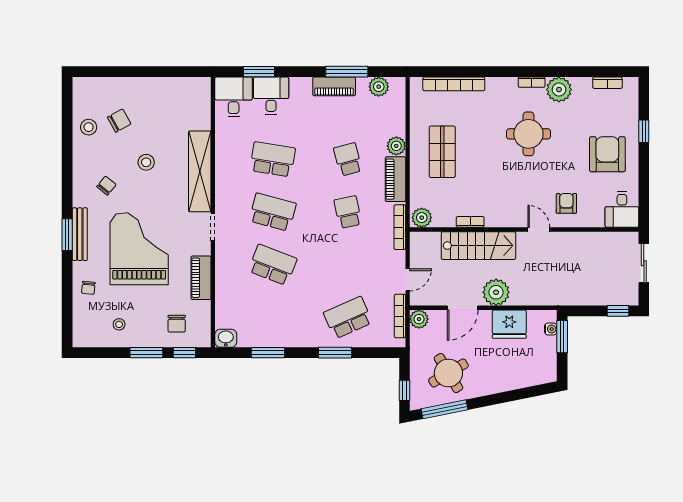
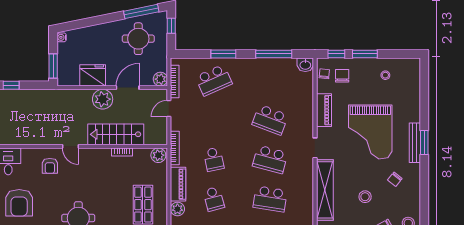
chair: (88, 288) -> (324, 74), moved
water cooler: (551, 329) -> (62, 37), moved
window: (268, 353) -> (274, 54), width x1.44
round table: (448, 373) -> (138, 39), turned 31

